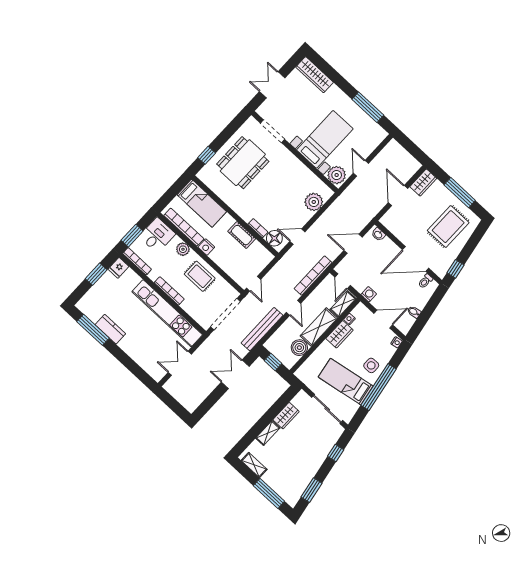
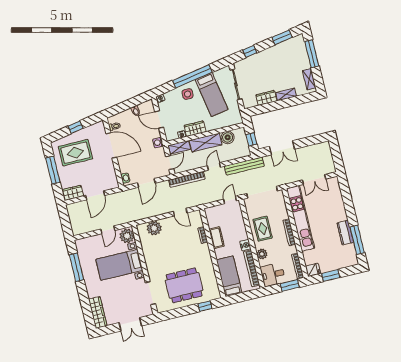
floor lamp: (274, 238) -> (196, 221), removed
door: (353, 244) -> (146, 183), hinge flipped
window: (455, 269) -> (76, 127), moved

